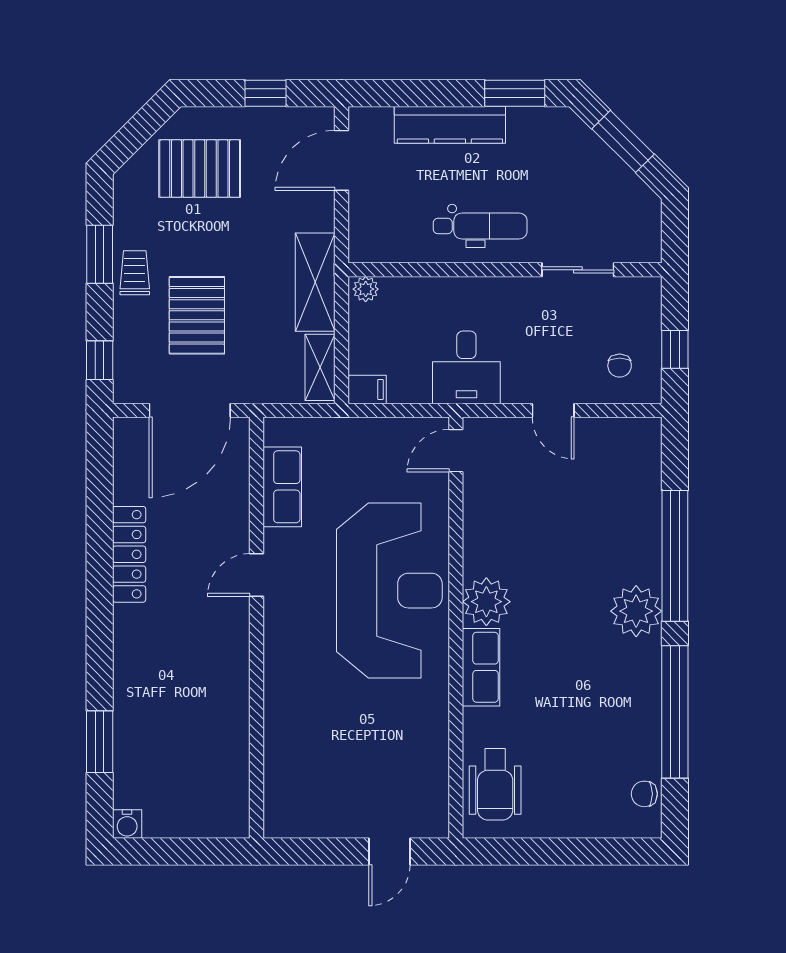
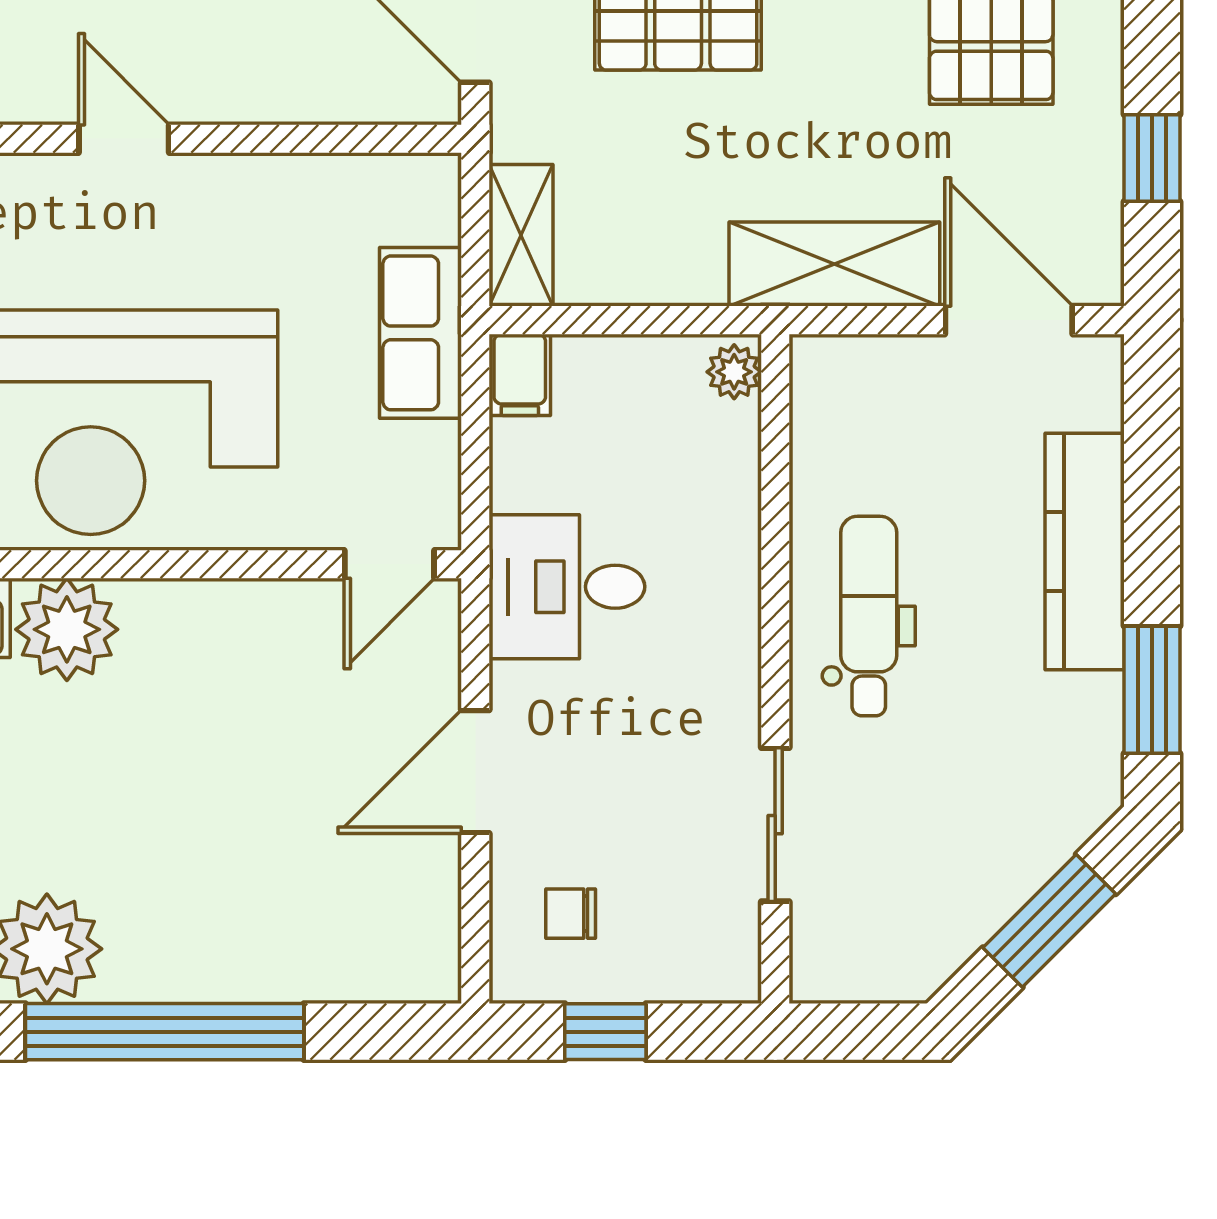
dental chair: (480, 226) -> (869, 616), turned 180
shelving: (315, 282) -> (834, 264), moved
shelving: (320, 367) -> (521, 235), moved, turned 90
door: (553, 410) -> (475, 772), width x1.38
door: (456, 451) -> (389, 564), swing flipped
row of seats: (282, 487) -> (420, 333), moved, turned 90

